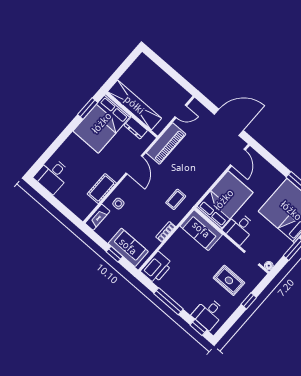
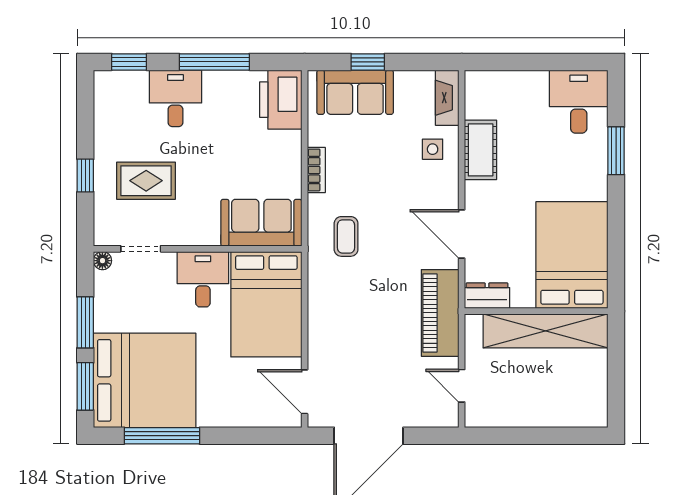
window: (88, 108) -> (616, 151), moved
door: (181, 111) -> (462, 386), hinge flipped
dresser: (136, 128) -> (487, 296), moved
desk: (208, 314) -> (175, 98), moved

